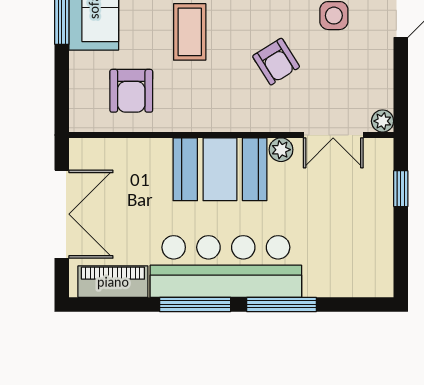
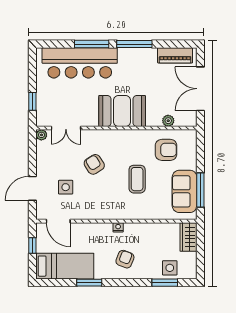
armchair: (131, 91) -> (166, 150), turned 90
double door: (333, 135) -> (66, 128), swing flipped
plant: (281, 150) -> (168, 121), moved
bar counter: (226, 266) -> (80, 63), moved

